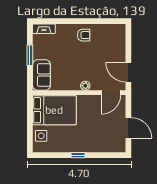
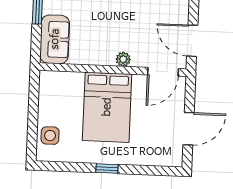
bed: (54, 110) -> (107, 107), moved, turned 90
door: (128, 128) -> (189, 129), hinge flipped

